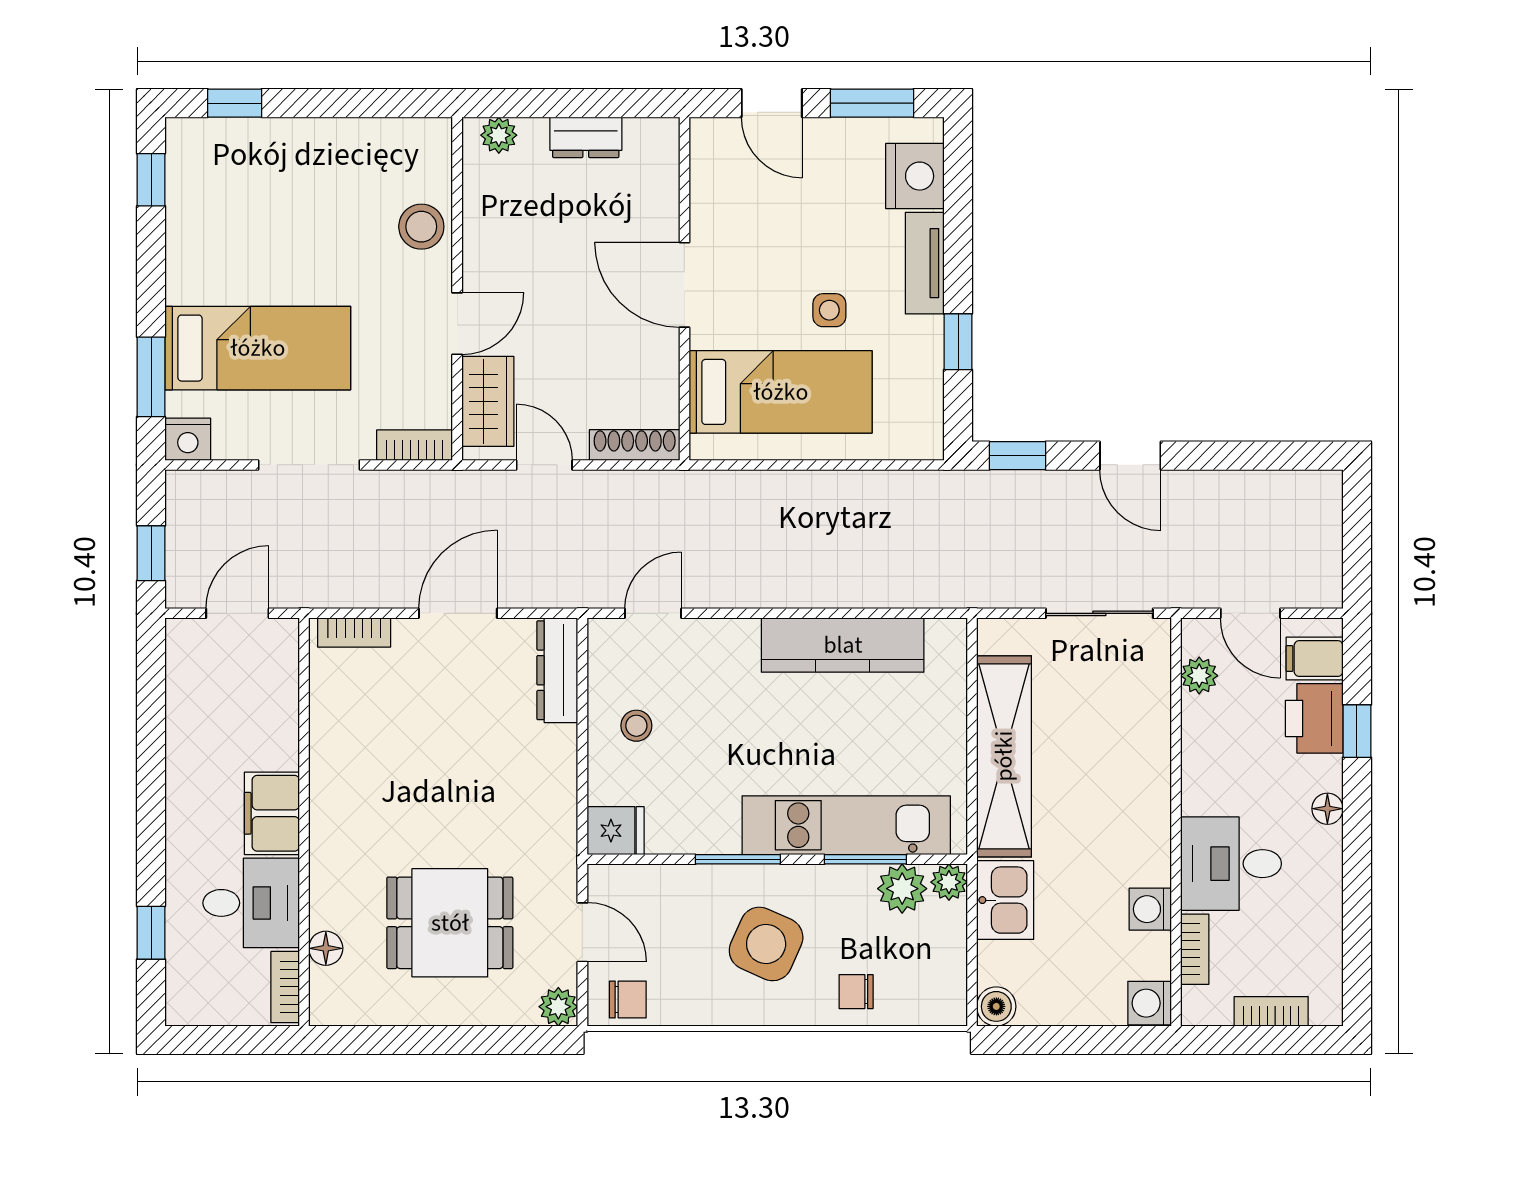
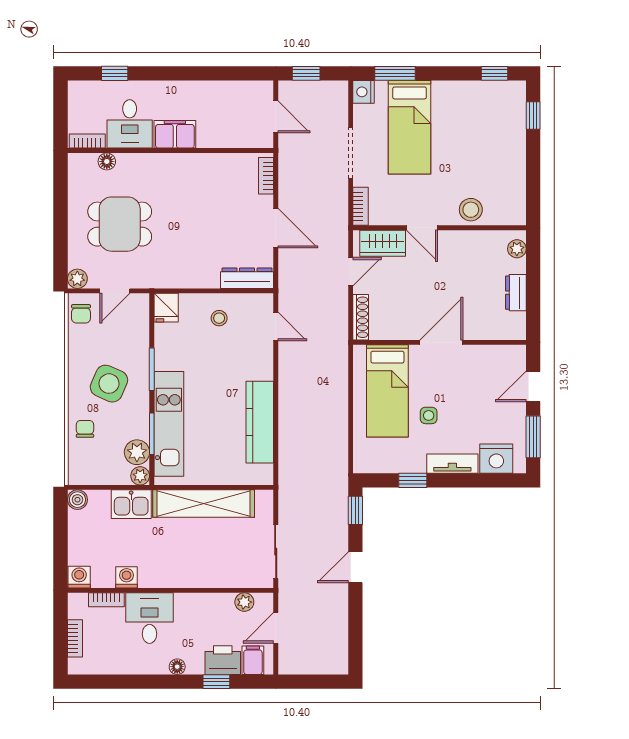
dining table: (450, 923) -> (120, 224), turned 90

